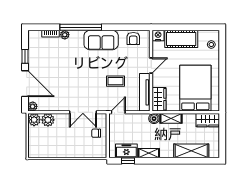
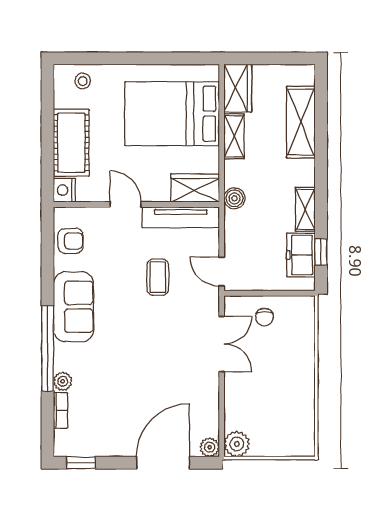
window: (25, 56) -> (81, 463), moved
shelving: (171, 118) -> (234, 136), moved
plant: (48, 120) -> (237, 416), removed

